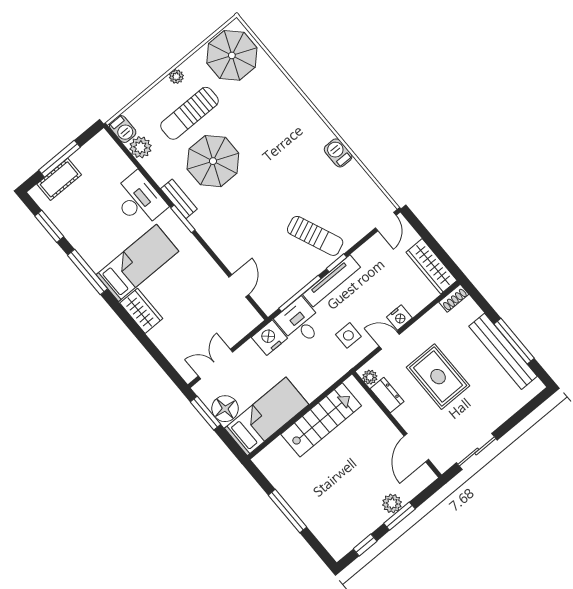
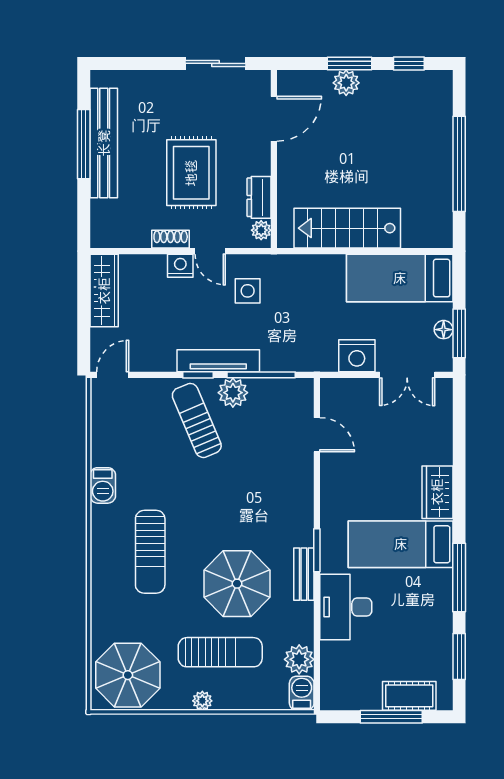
sun lounger: (279, 138) -> (150, 552), added
plant: (308, 270) -> (233, 393), added
door: (239, 286) -> (317, 435), swing flipped
shoe rack: (454, 298) -> (171, 239), moved
desk: (300, 322) -> (286, 346), removed
nightstand: (269, 338) -> (357, 356), moved
floor lamp: (225, 409) -> (444, 330), width x0.53, depth x0.53
window: (287, 511) -> (459, 164), width x1.46

